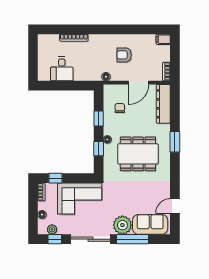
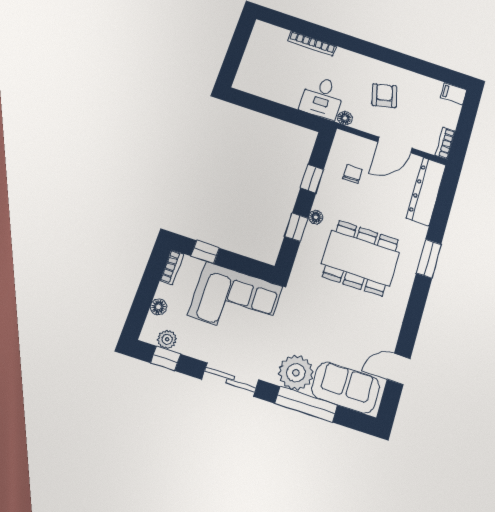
armchair: (124, 55) -> (384, 96), turned 76
desk: (62, 69) -> (322, 98), moved
sliding door: (90, 239) -> (230, 380), width x0.73

